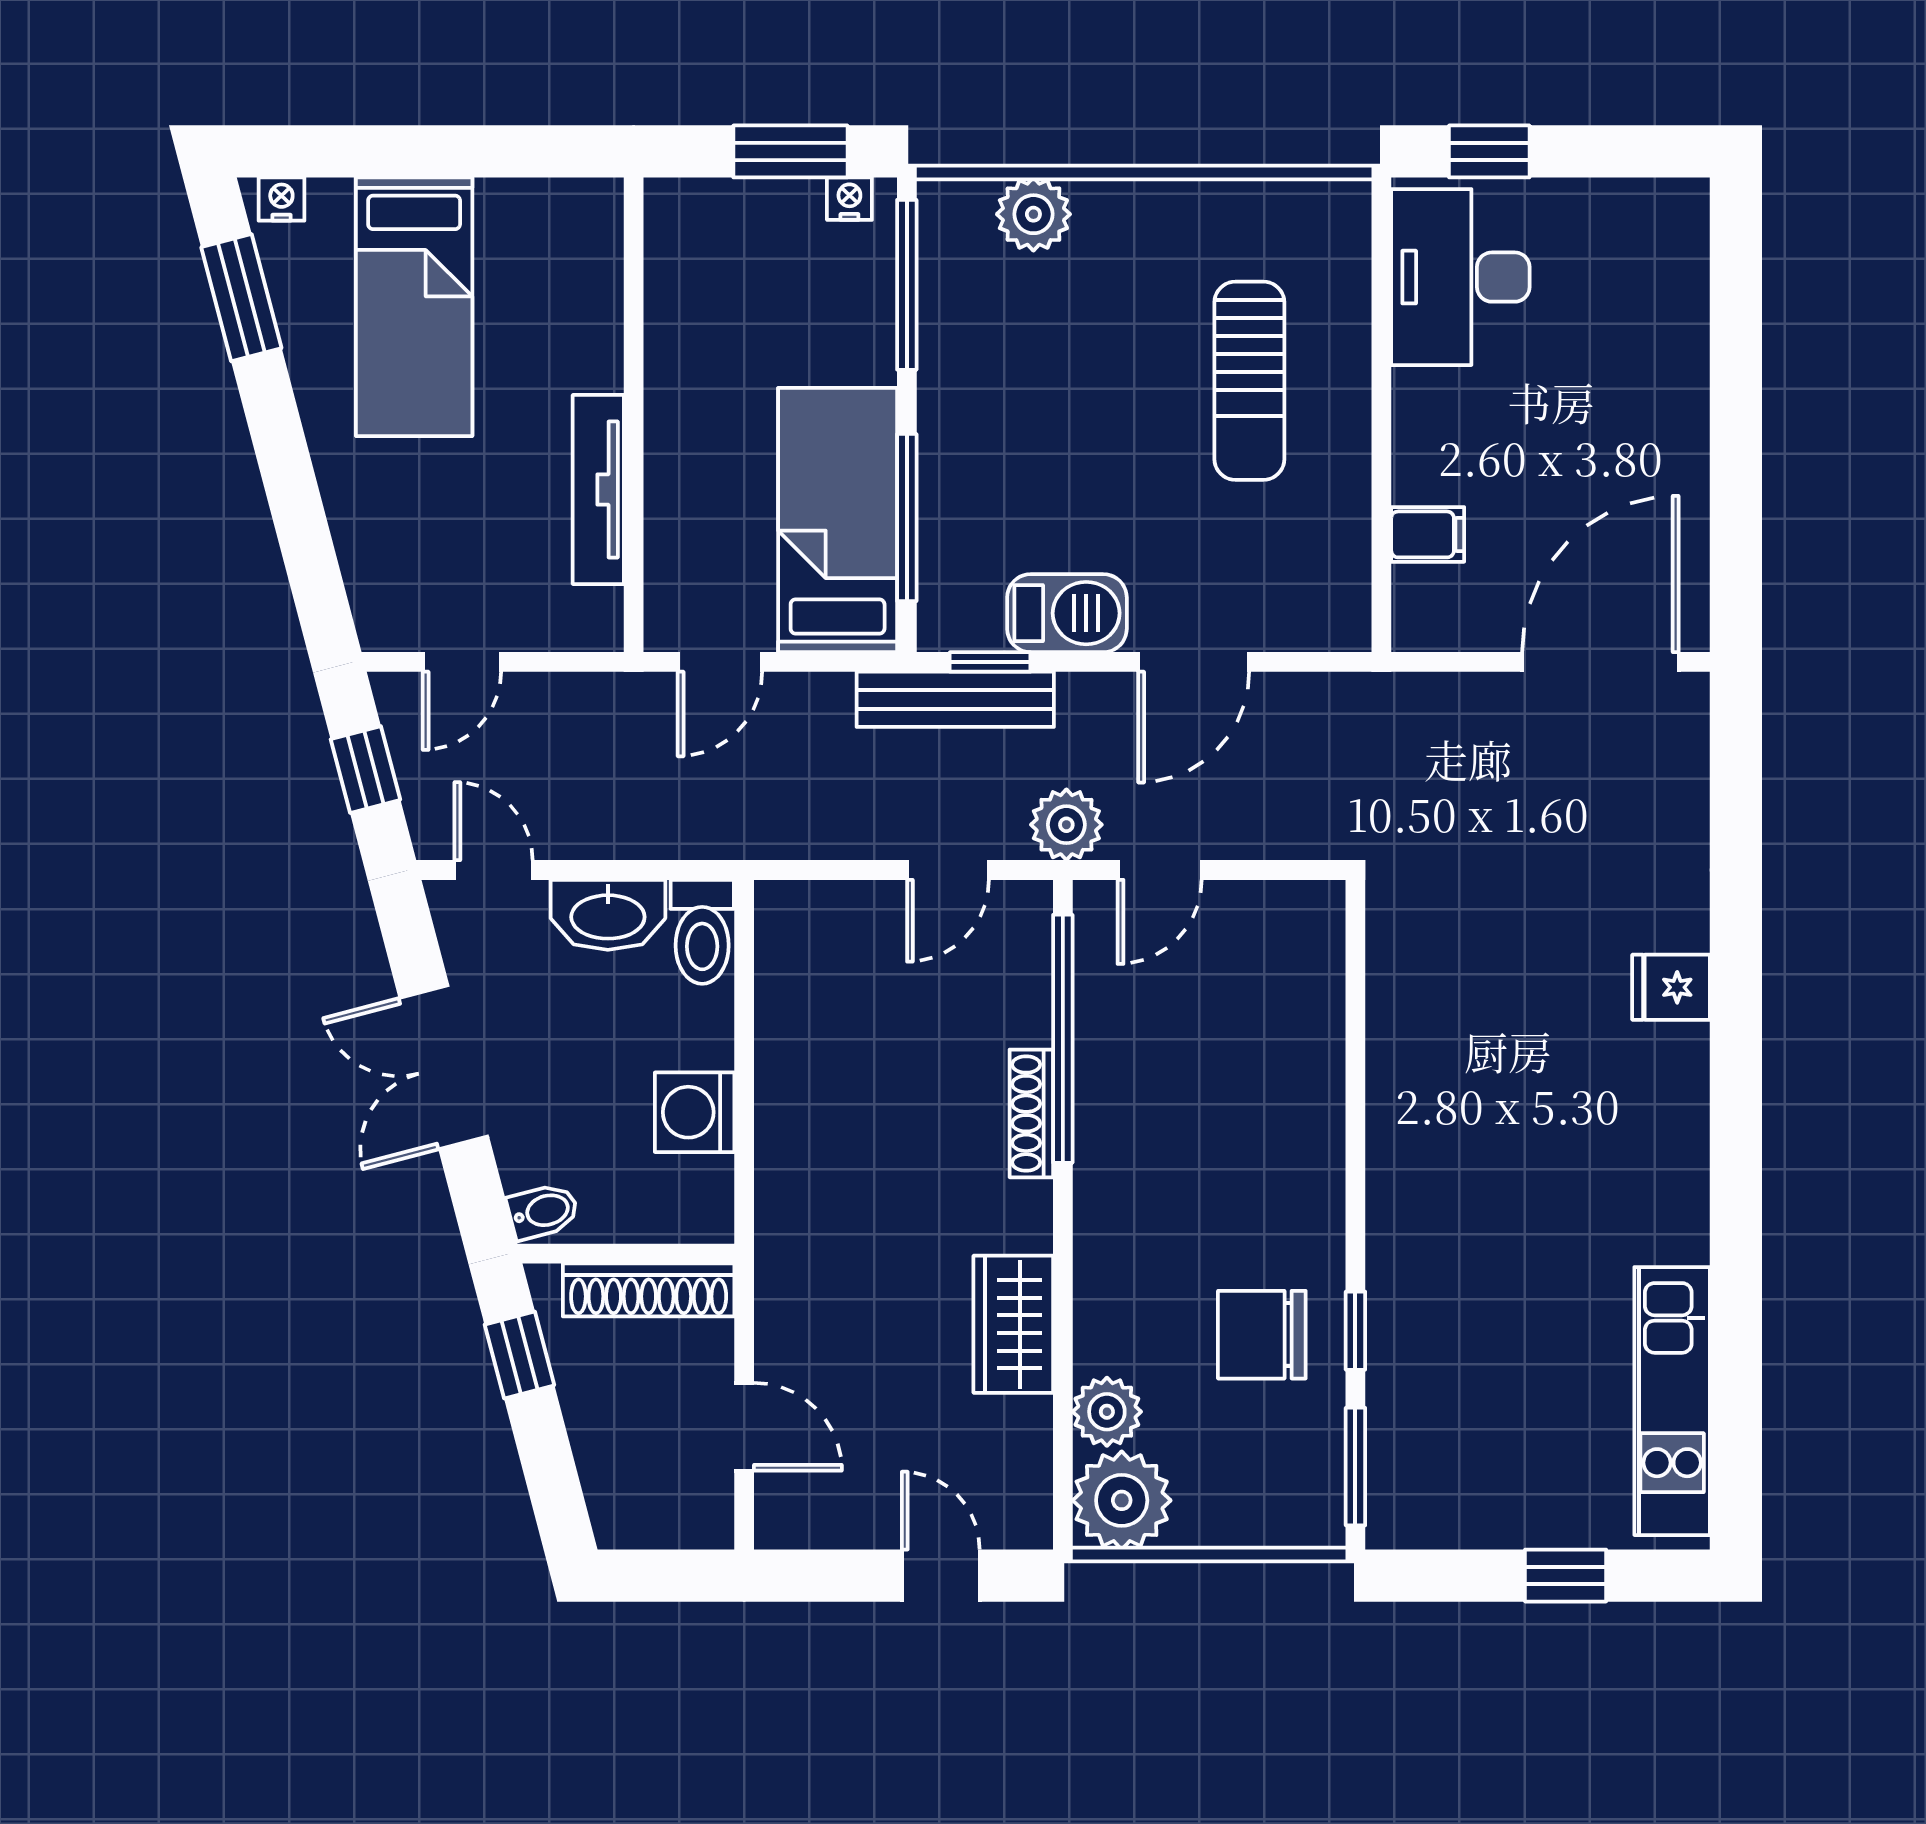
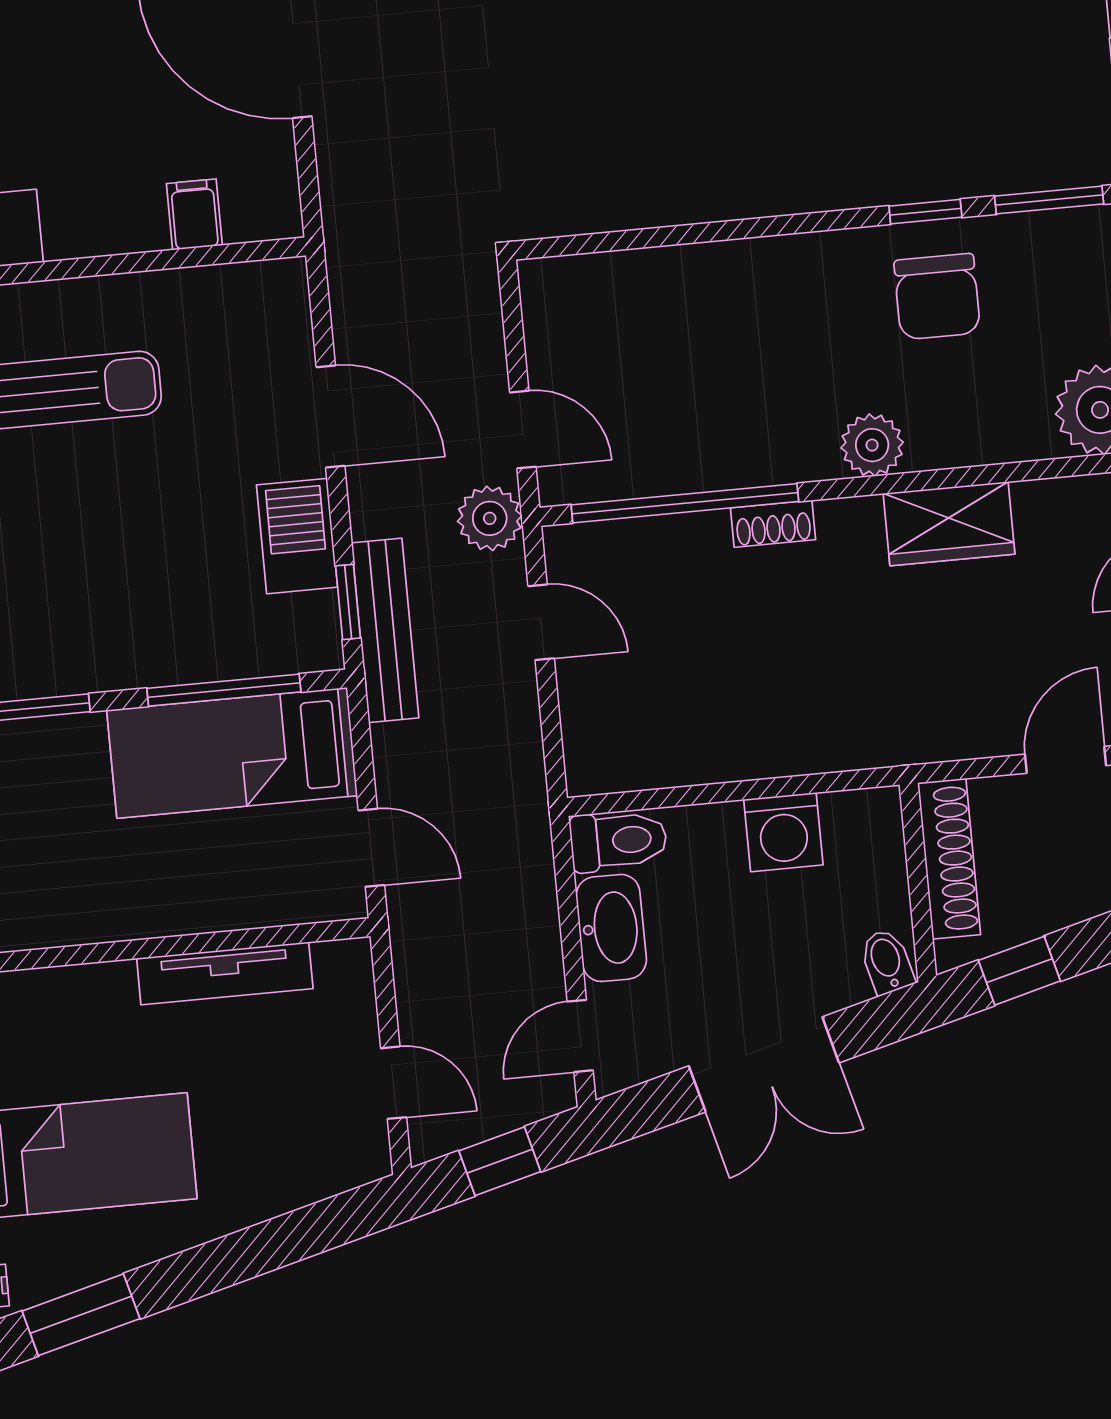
shoe rack: (1031, 1113) -> (773, 524), width x0.70
plant: (1107, 1412) -> (872, 445), moved

